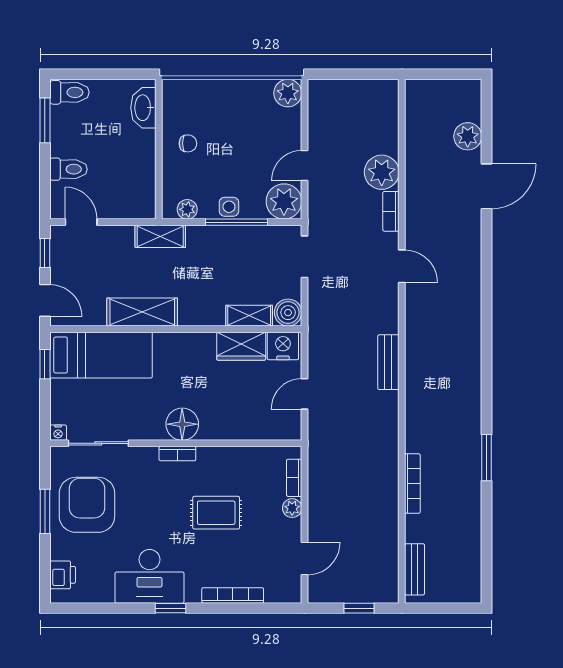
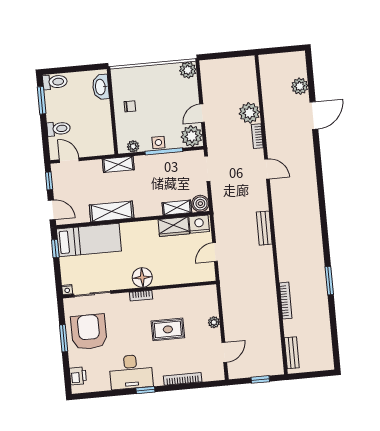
bookcase: (294, 478) -> (213, 304), removed

